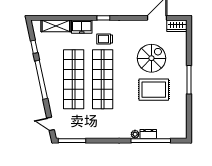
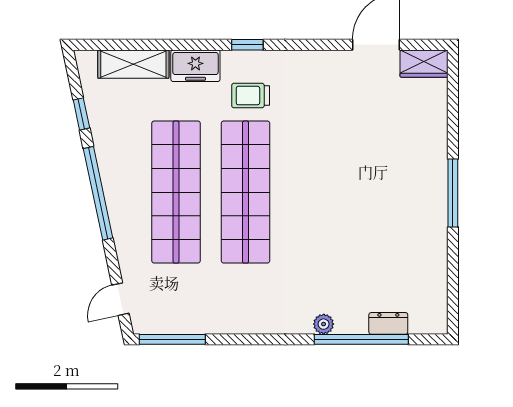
spiral stairs: (151, 58) -> (363, 141), removed
rug: (154, 90) -> (368, 217), removed
door: (50, 124) -> (120, 299), hinge flipped
dresser: (148, 134) -> (388, 323), moved

